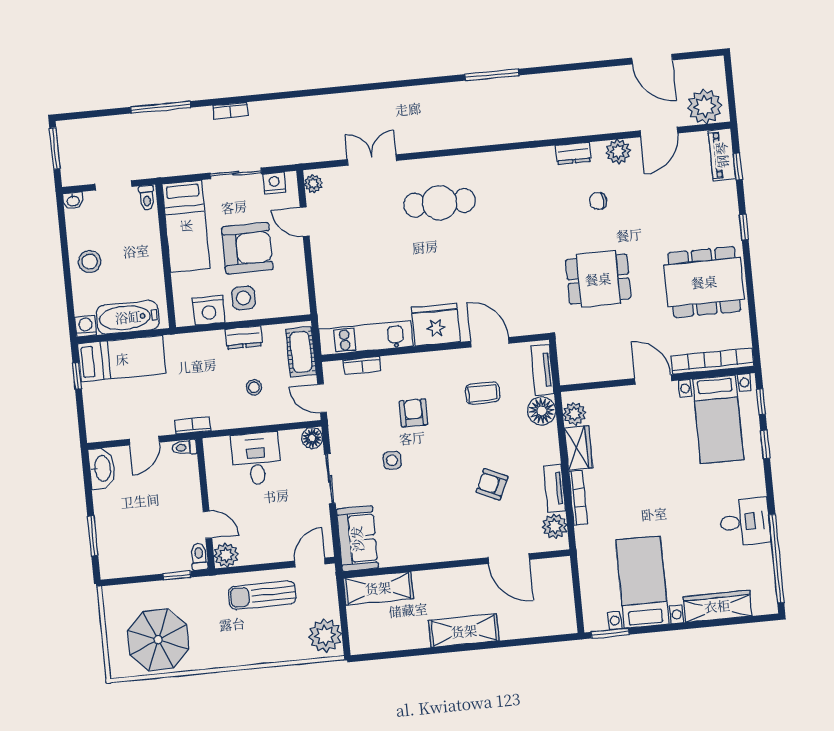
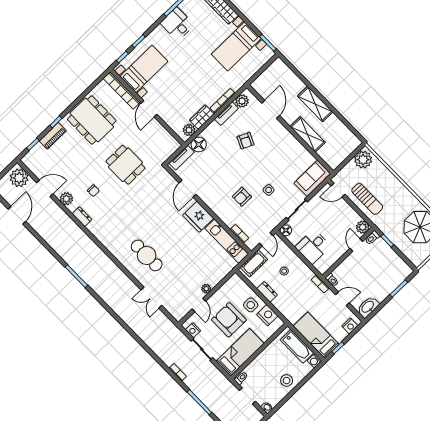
piano: (722, 155) -> (53, 136), moved
plant: (313, 184) -> (206, 289), moved
coffee table: (483, 393) -> (211, 175), removed
nightstand: (95, 419) -> (350, 326), added
shelving: (378, 588) -> (308, 134), moved

